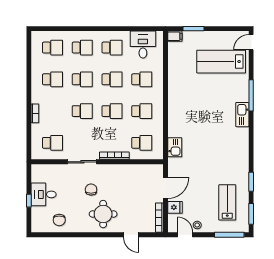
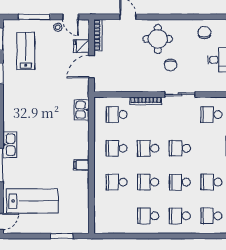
filing cabinet: (175, 36) -> (81, 165), moved
desk: (143, 45) -> (115, 219), removed
lab bench: (227, 202) -> (26, 51), turned 180
window: (229, 235) -> (34, 17), moved

